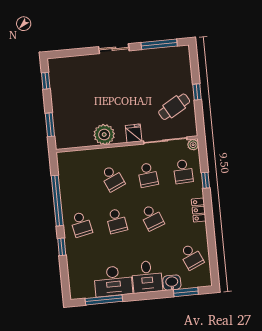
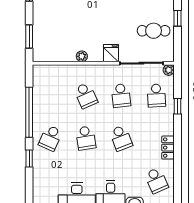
cafe table: (174, 107) -> (154, 31), turned 30
plant: (104, 135) -> (82, 56), width x0.53, depth x0.53
locker: (199, 210) -> (168, 148), moved
school desk: (81, 224) -> (50, 138), turned 36

